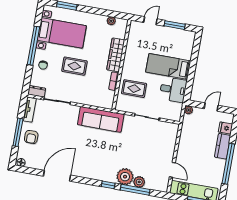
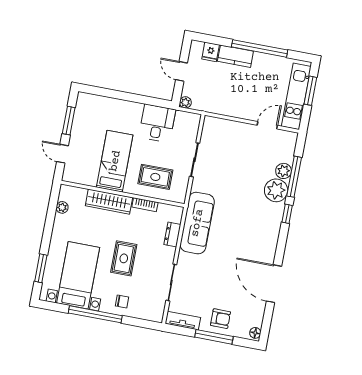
bed: (168, 66) -> (115, 161), moved, turned 180
rug: (134, 89) -> (155, 177), turned 90
dresser: (37, 91) -> (172, 234), moved

